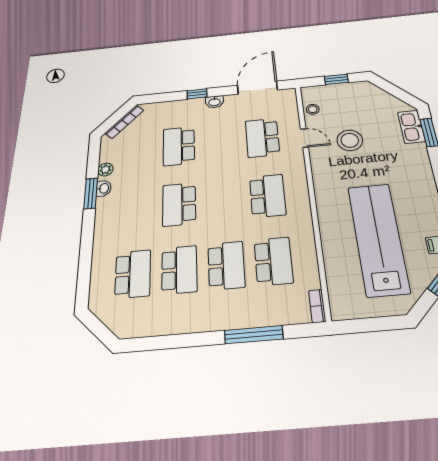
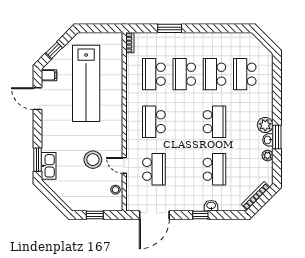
washbasin: (214, 102) -> (211, 206), moved
plant: (106, 207) -> (265, 125), added
window: (254, 335) -> (170, 28), width x0.69

